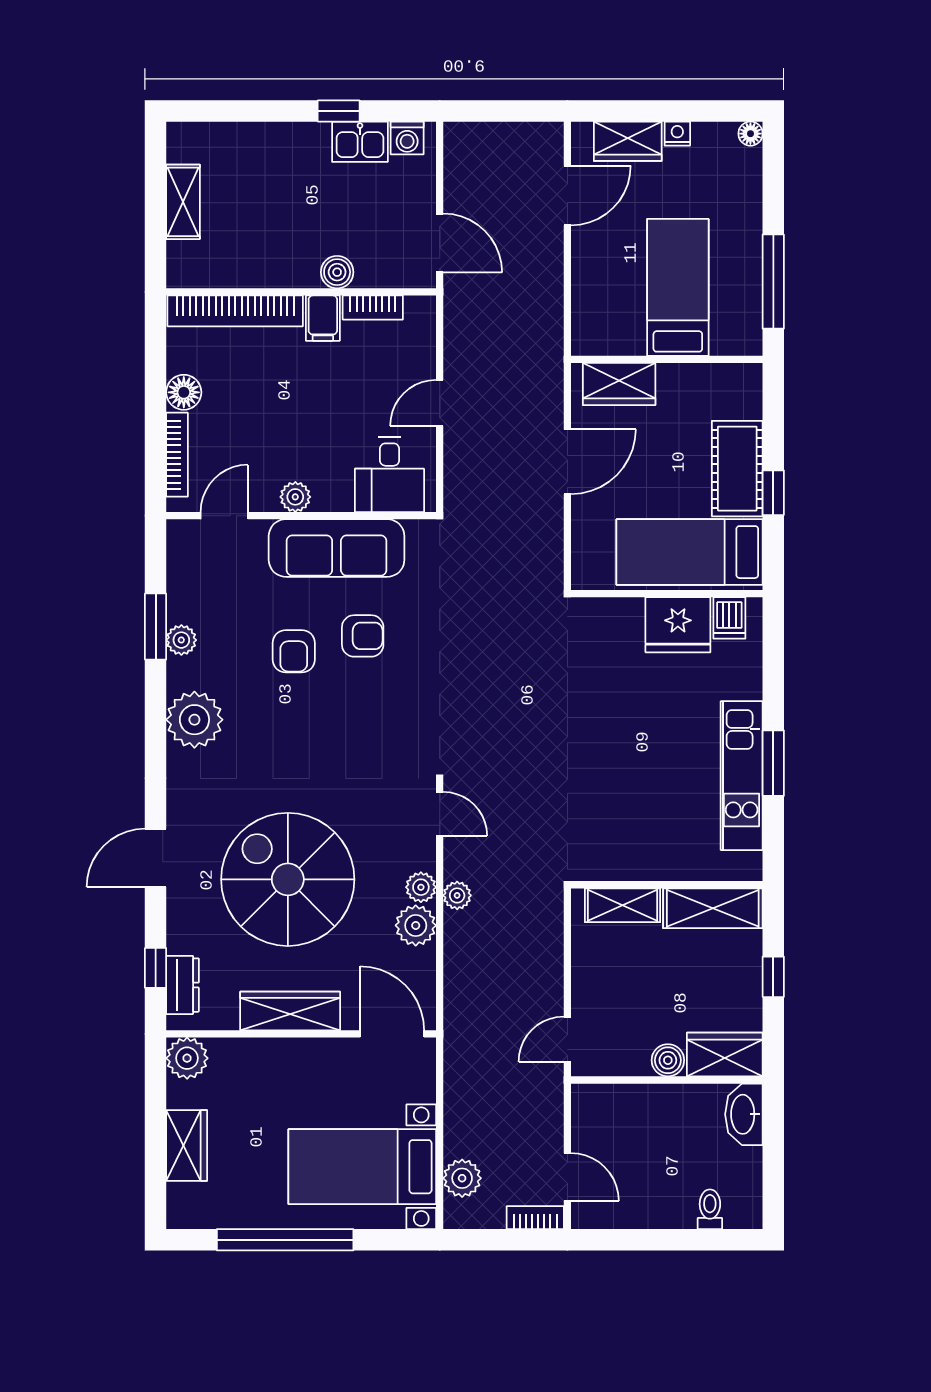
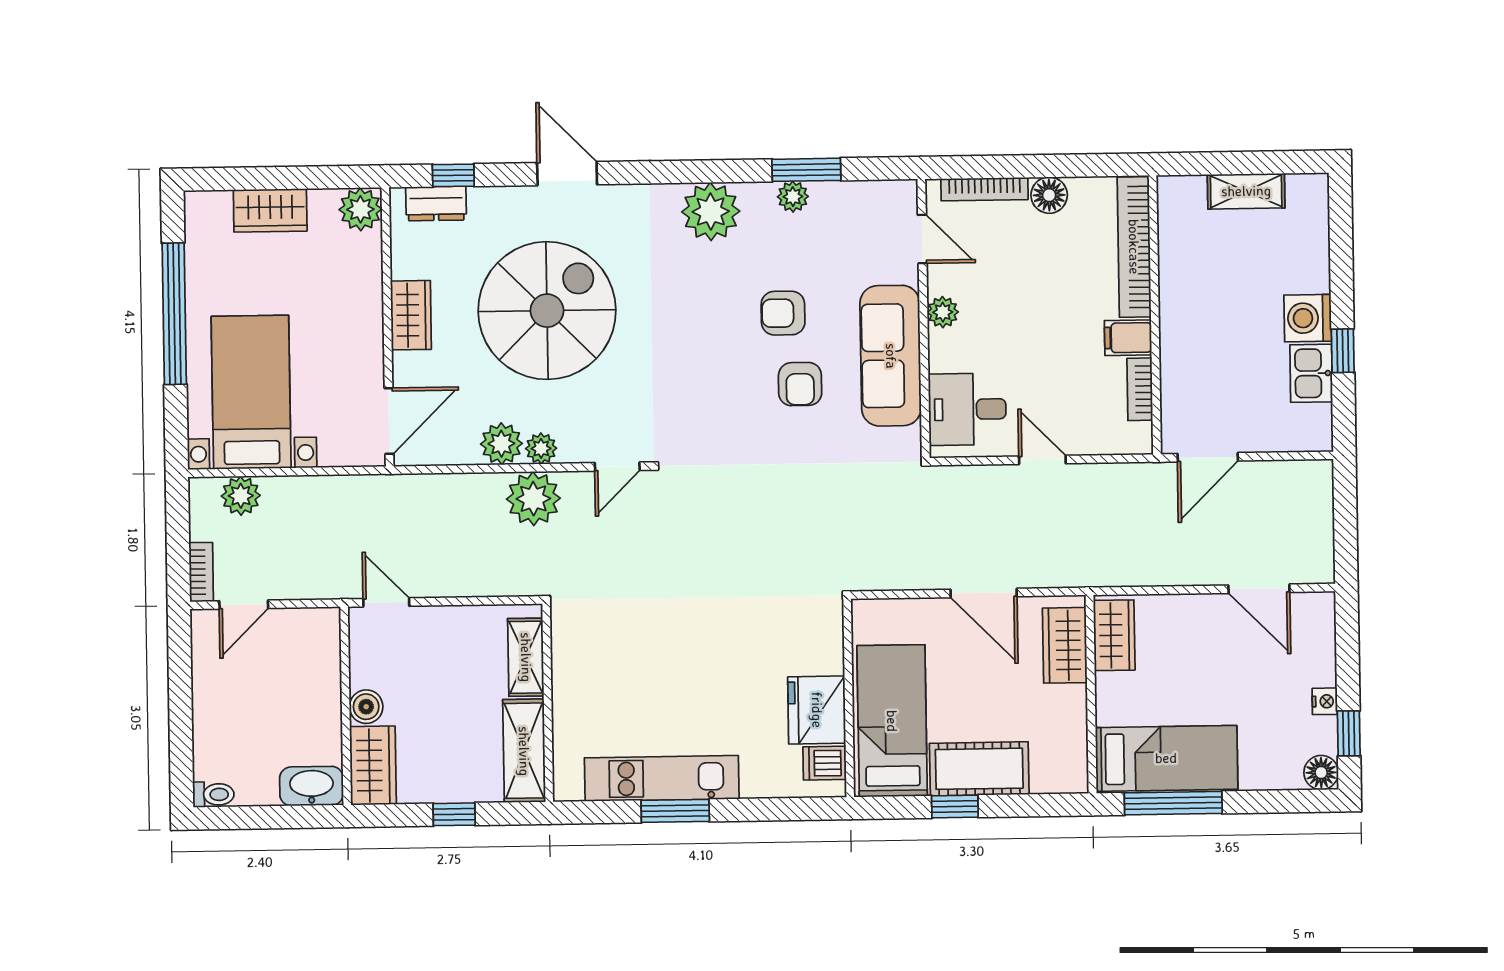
window: (709, 111) -> (1349, 733), added
floor lamp: (750, 134) -> (1321, 773), width x1.37, depth x1.37
washing machine: (407, 138) -> (1308, 318), moved, width x1.38, depth x1.38
wardrobe: (628, 141) -> (1114, 635), moved, turned 180
boiler: (337, 272) -> (1176, 352), removed
bed: (678, 287) -> (1166, 758), moved
plant: (457, 895) -> (533, 499), width x1.87, depth x1.87
wardrobe: (290, 1011) -> (411, 315), width x0.67
toilet: (710, 1209) -> (213, 794), moved

